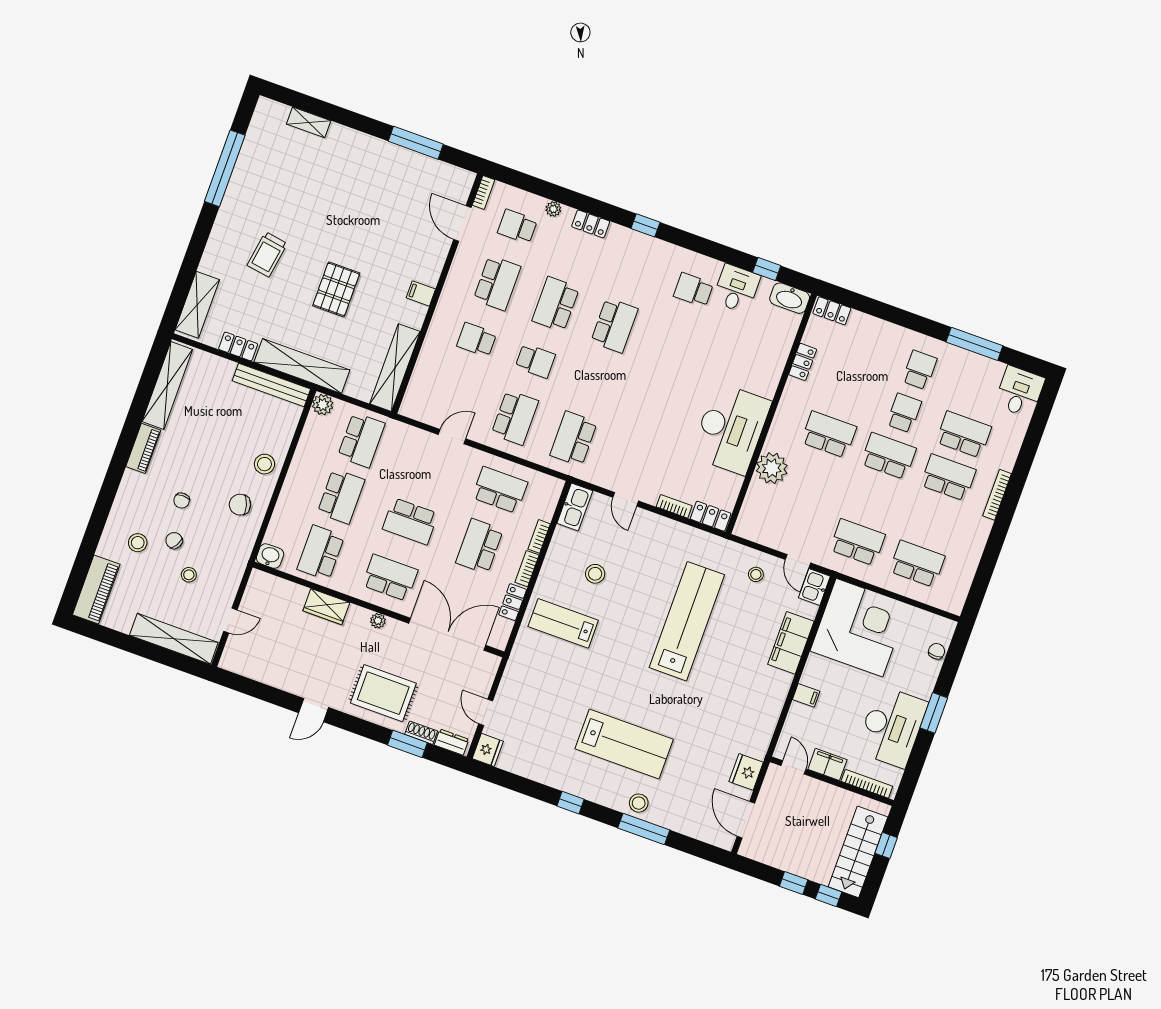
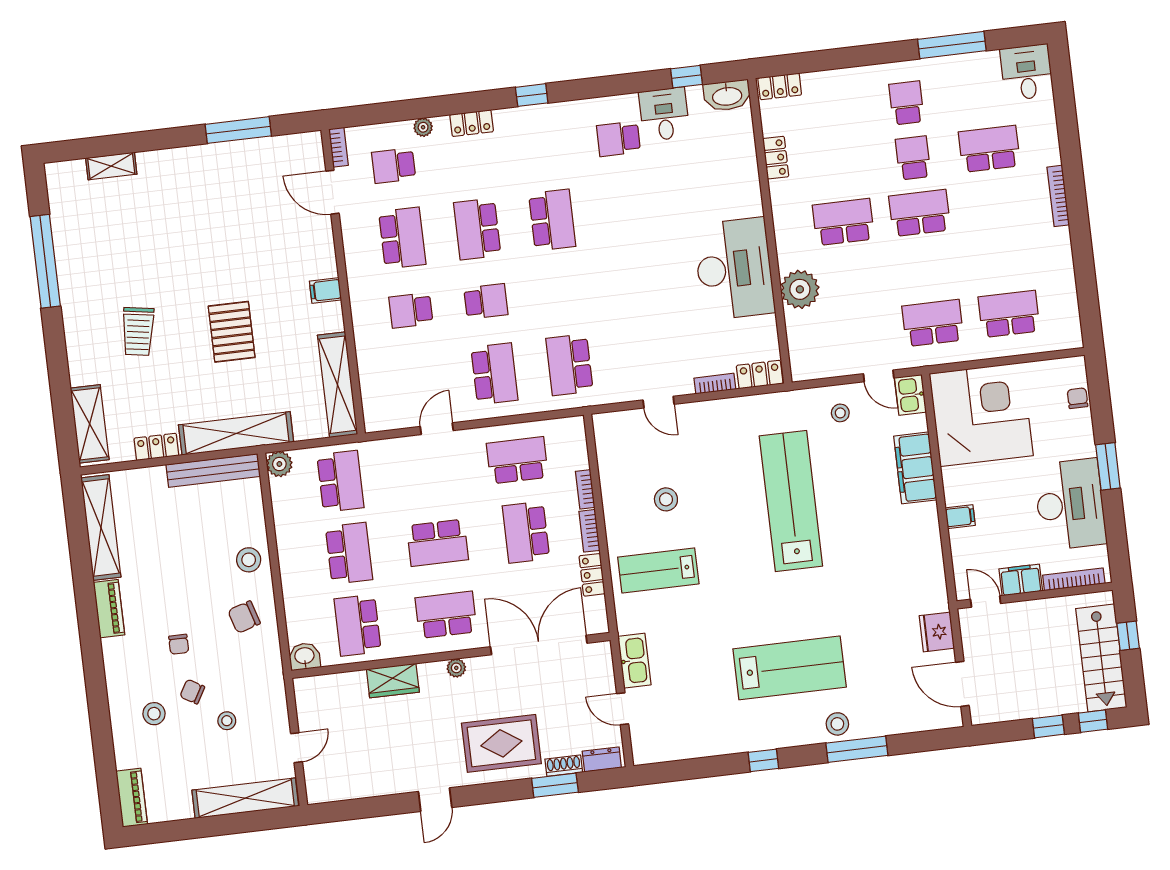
school desk: (948, 478) -> (996, 204), removed
kitchen sink: (575, 507) -> (634, 661), moved
piano: (96, 590) -> (132, 798), width x0.73, depth x0.75
fridge: (488, 750) -> (645, 748), removed

